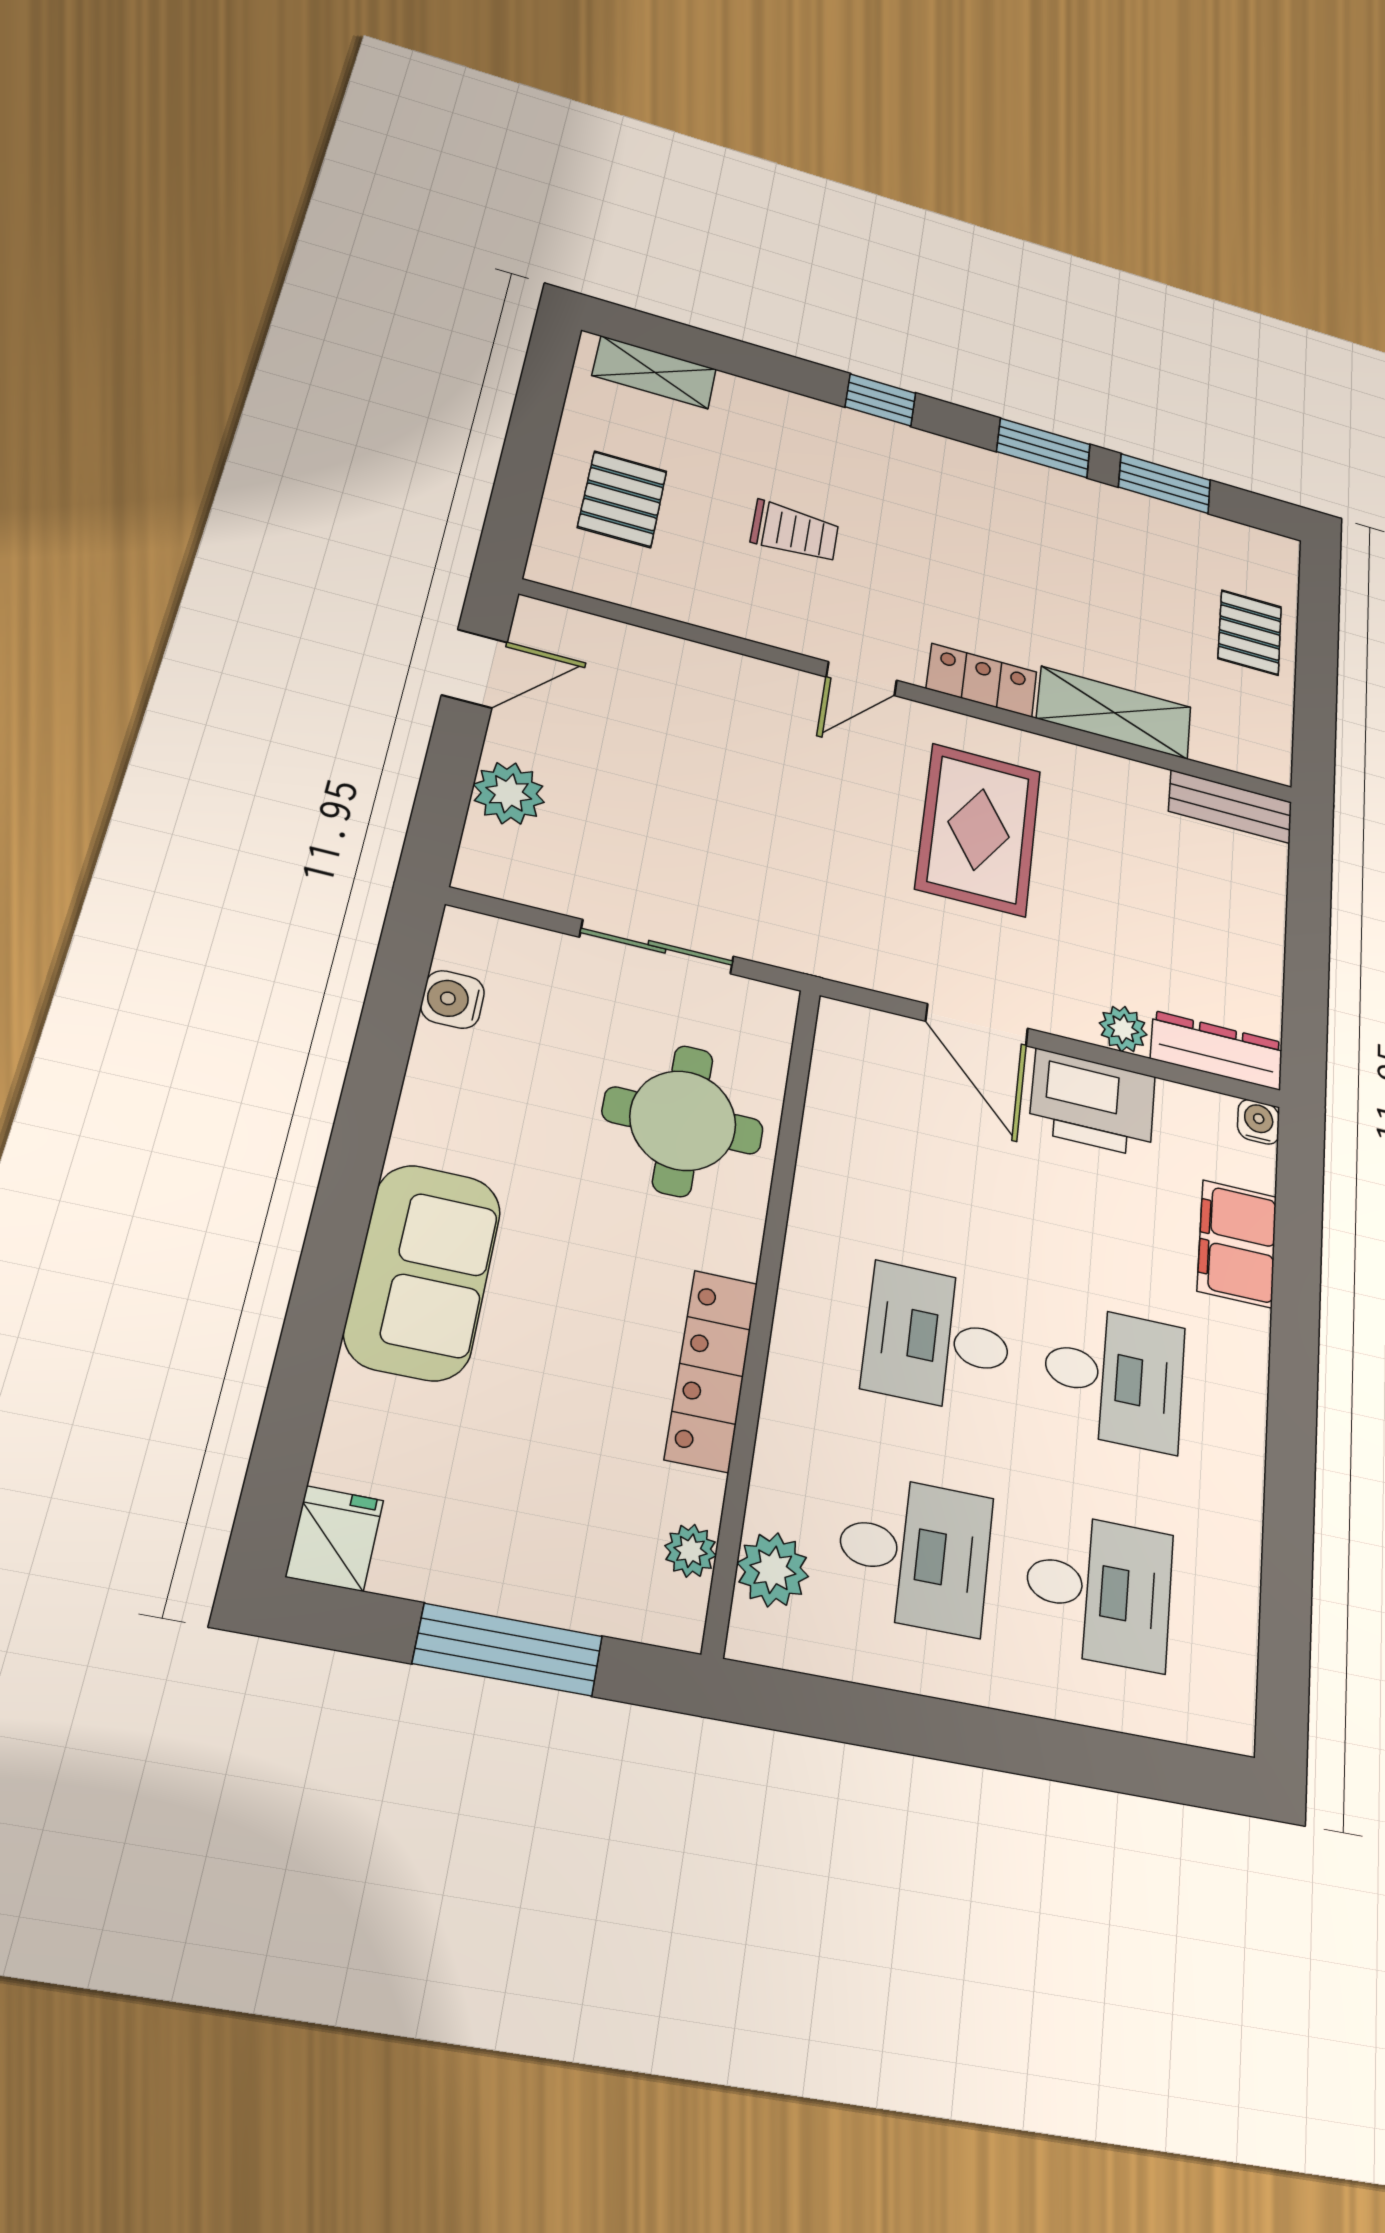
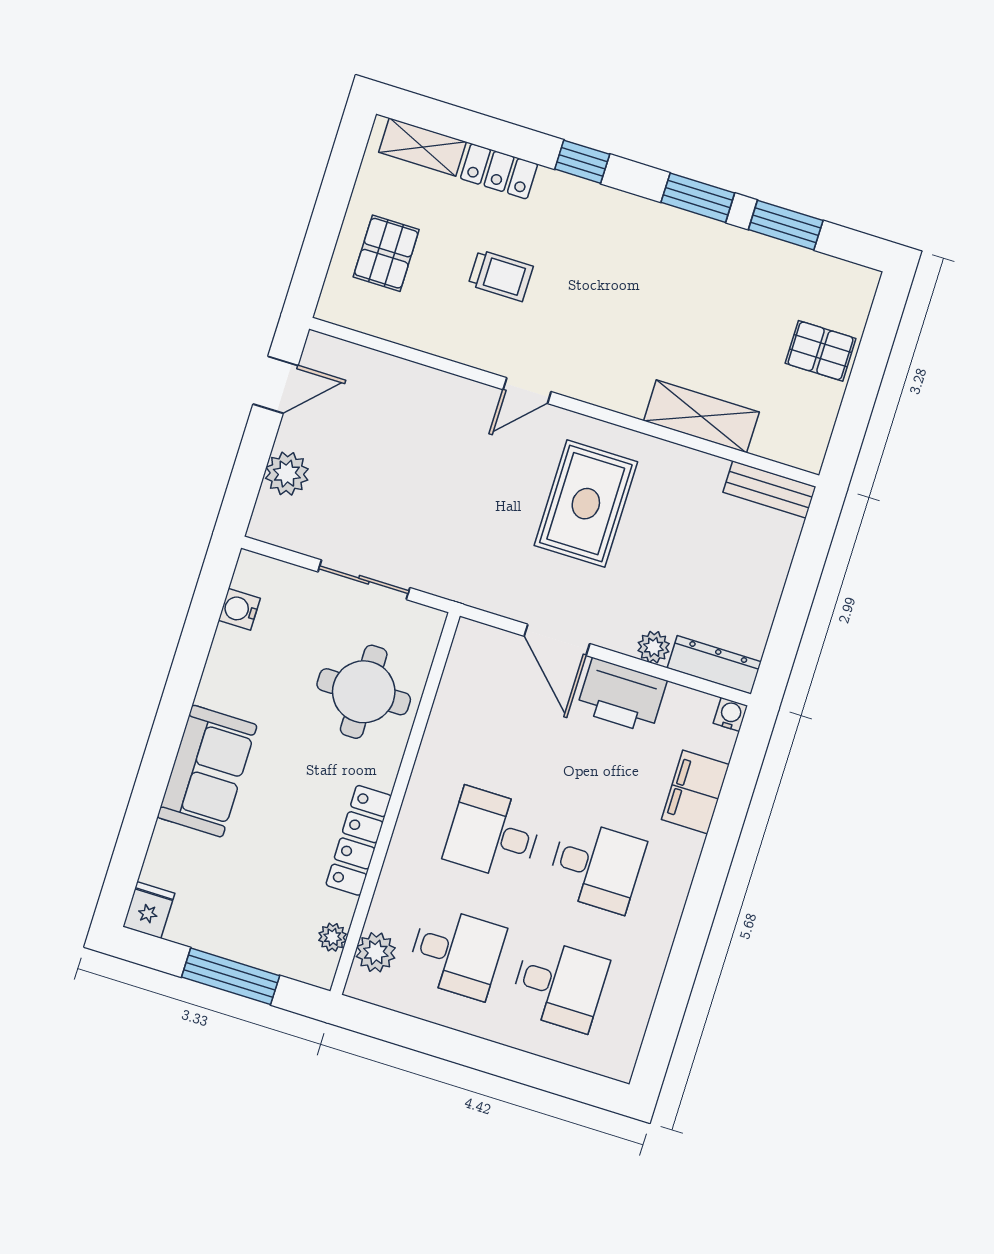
pallet: (1250, 632) -> (821, 351), turned 90
locker: (982, 680) -> (499, 171), moved, turned 180

